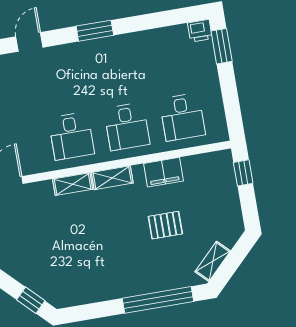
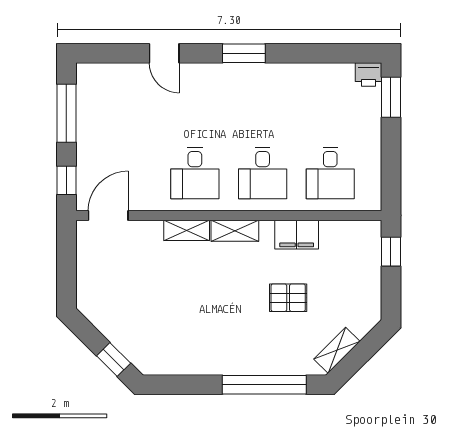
door: (29, 42) -> (164, 53), swing flipped

